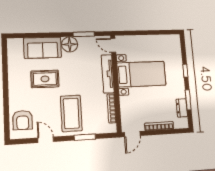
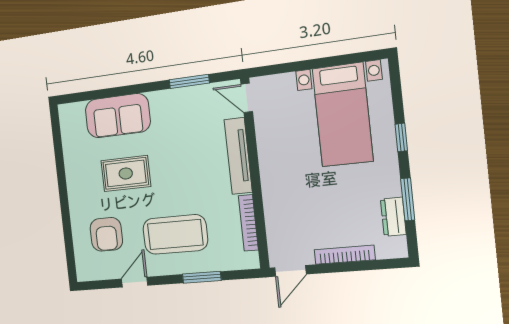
floor lamp: (70, 44) -> (164, 104), removed
bed with nightstands: (141, 74) -> (343, 115), moved, turned 90
coffee table: (71, 113) -> (175, 234), turned 90
armchair: (23, 120) -> (106, 234), moved
door: (46, 140) -> (135, 282), hinge flipped

